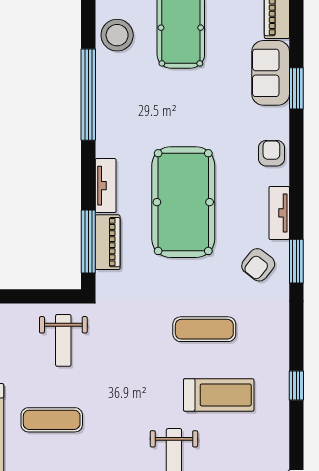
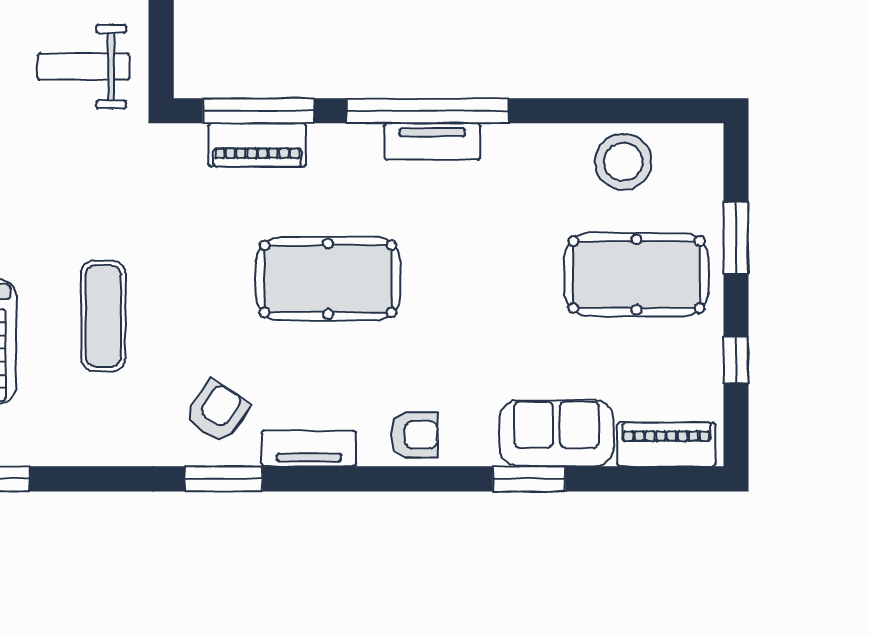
window: (88, 95) -> (428, 111), moved
tv unit: (106, 186) -> (432, 142), moved
pool table: (183, 202) -> (328, 279), width x0.73, depth x0.76
armchair: (258, 265) -> (217, 411), turned 86

